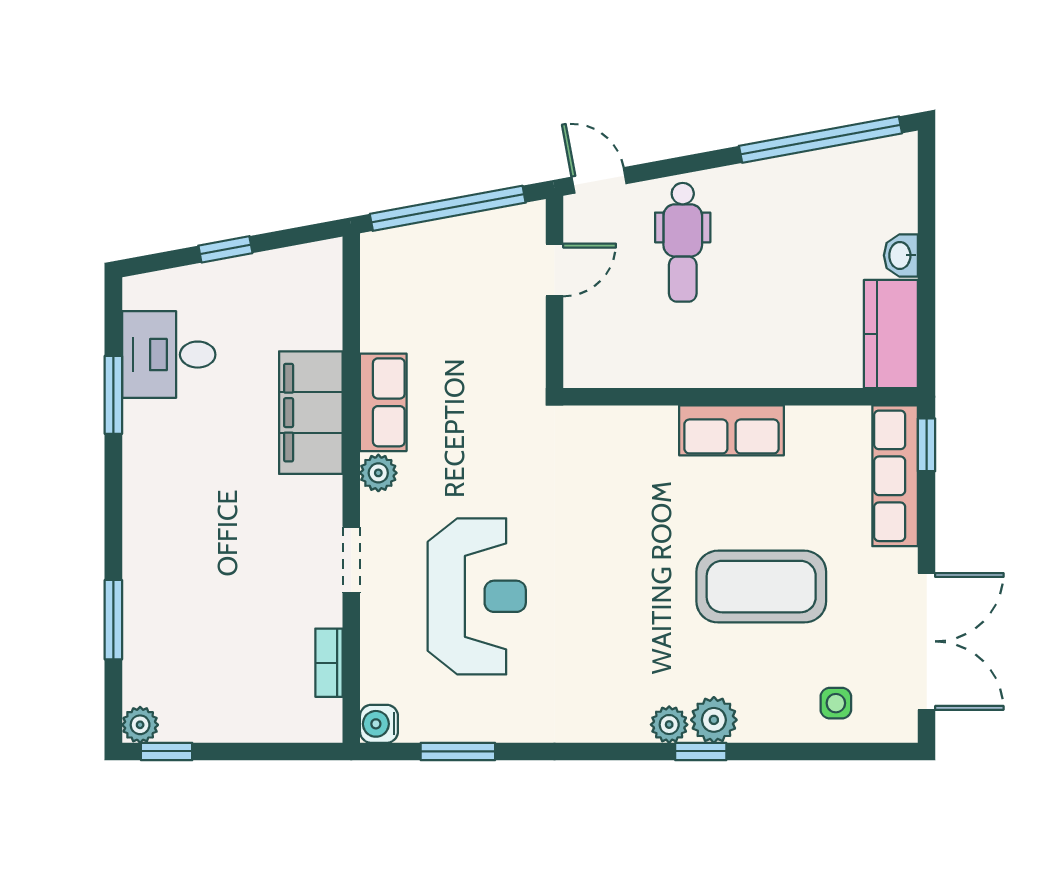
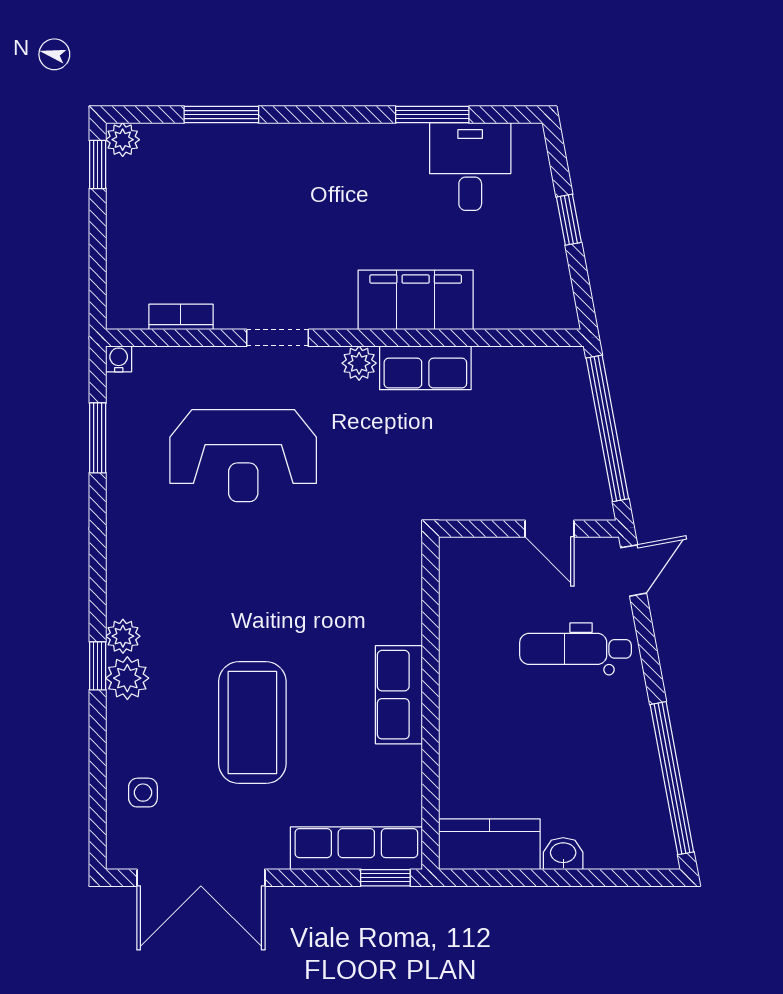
water cooler: (379, 724) -> (119, 359), width x0.72, depth x0.72

